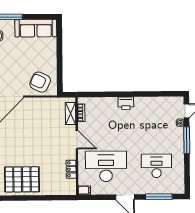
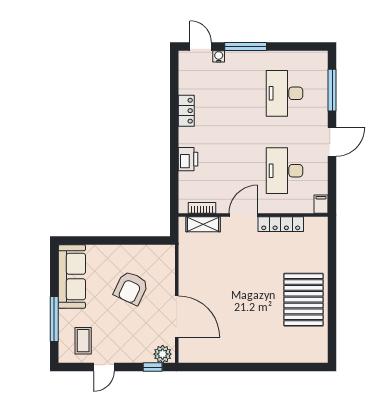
armchair: (40, 82) -> (131, 288), moved
locker: (145, 102) -> (186, 111), added
printer: (126, 103) -> (188, 159), moved
desk: (106, 166) -> (285, 171), width x0.73, depth x0.77
locker: (71, 169) -> (281, 224), width x1.53

